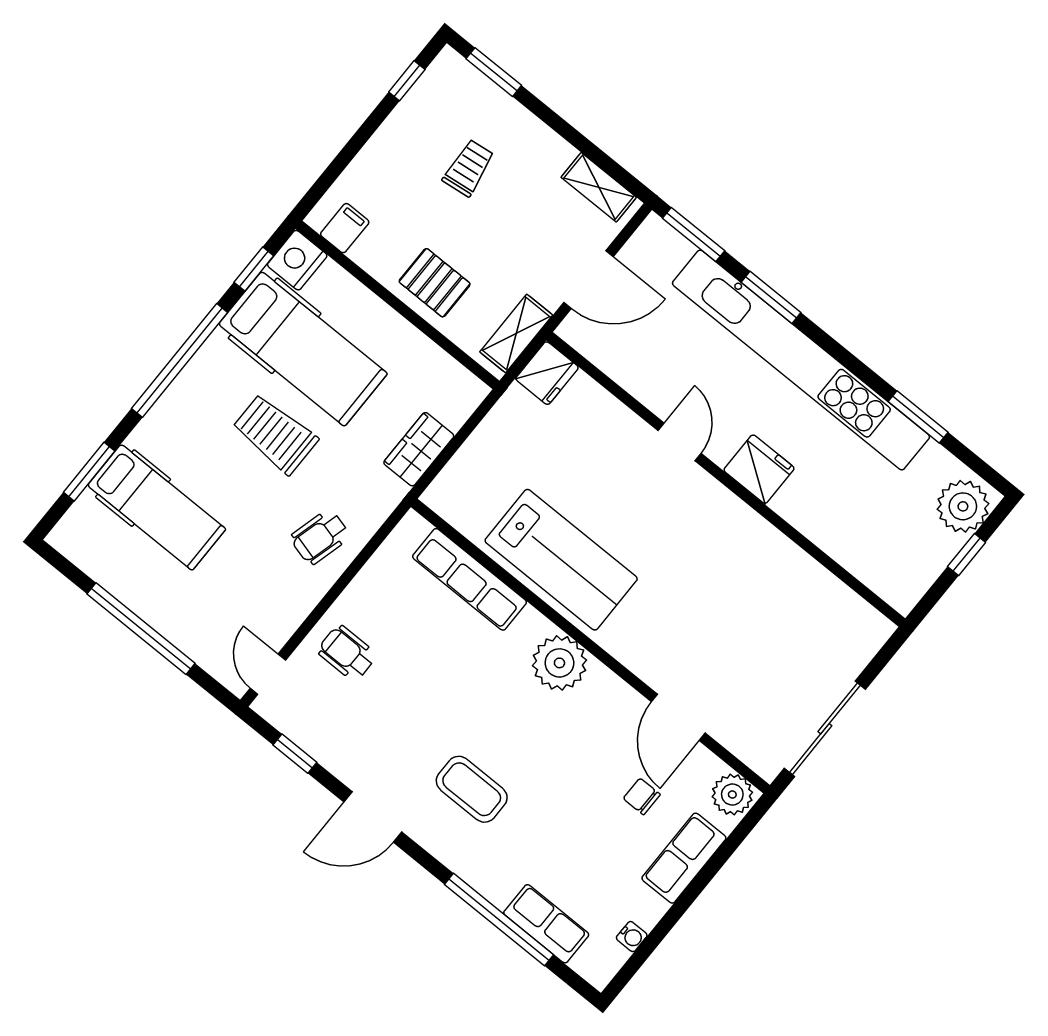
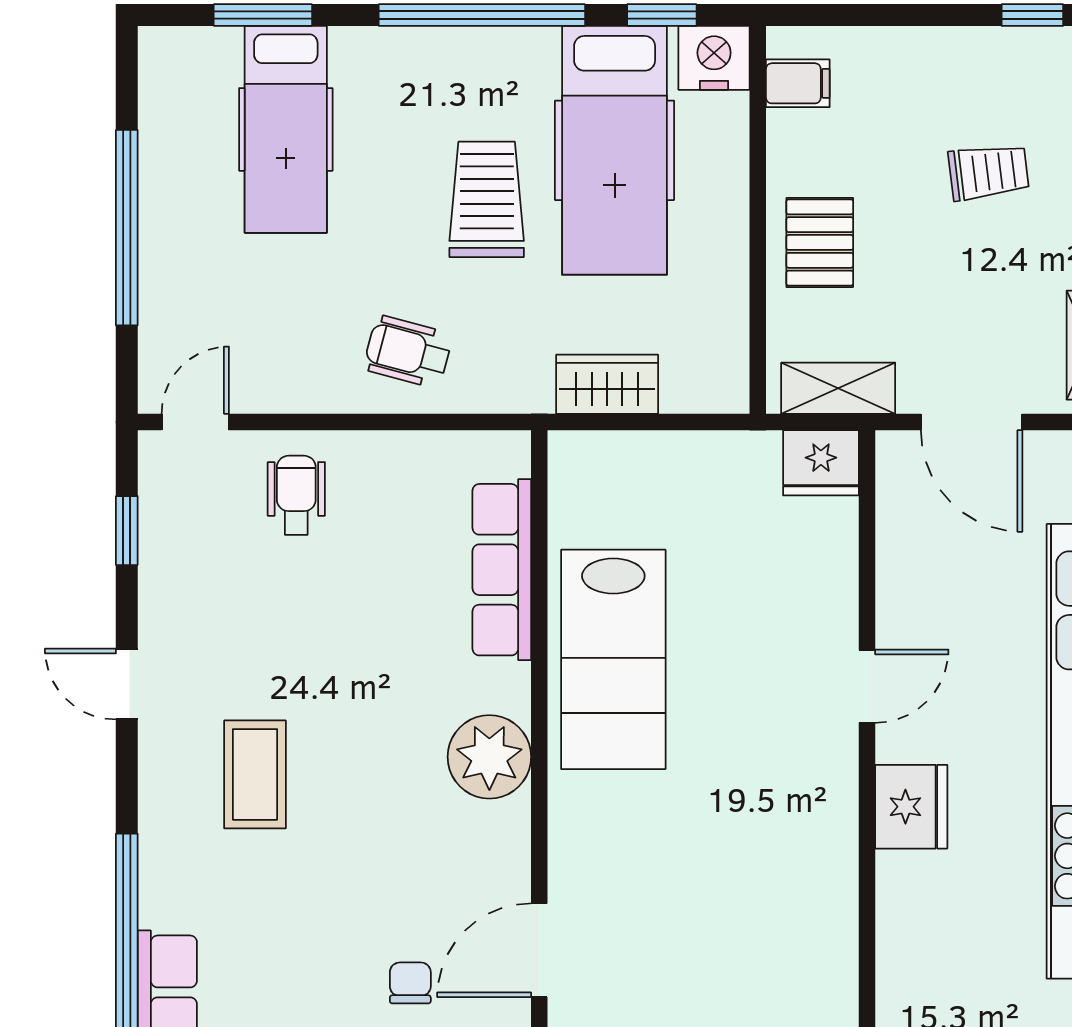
door: (373, 817) -> (127, 684), width x0.73

